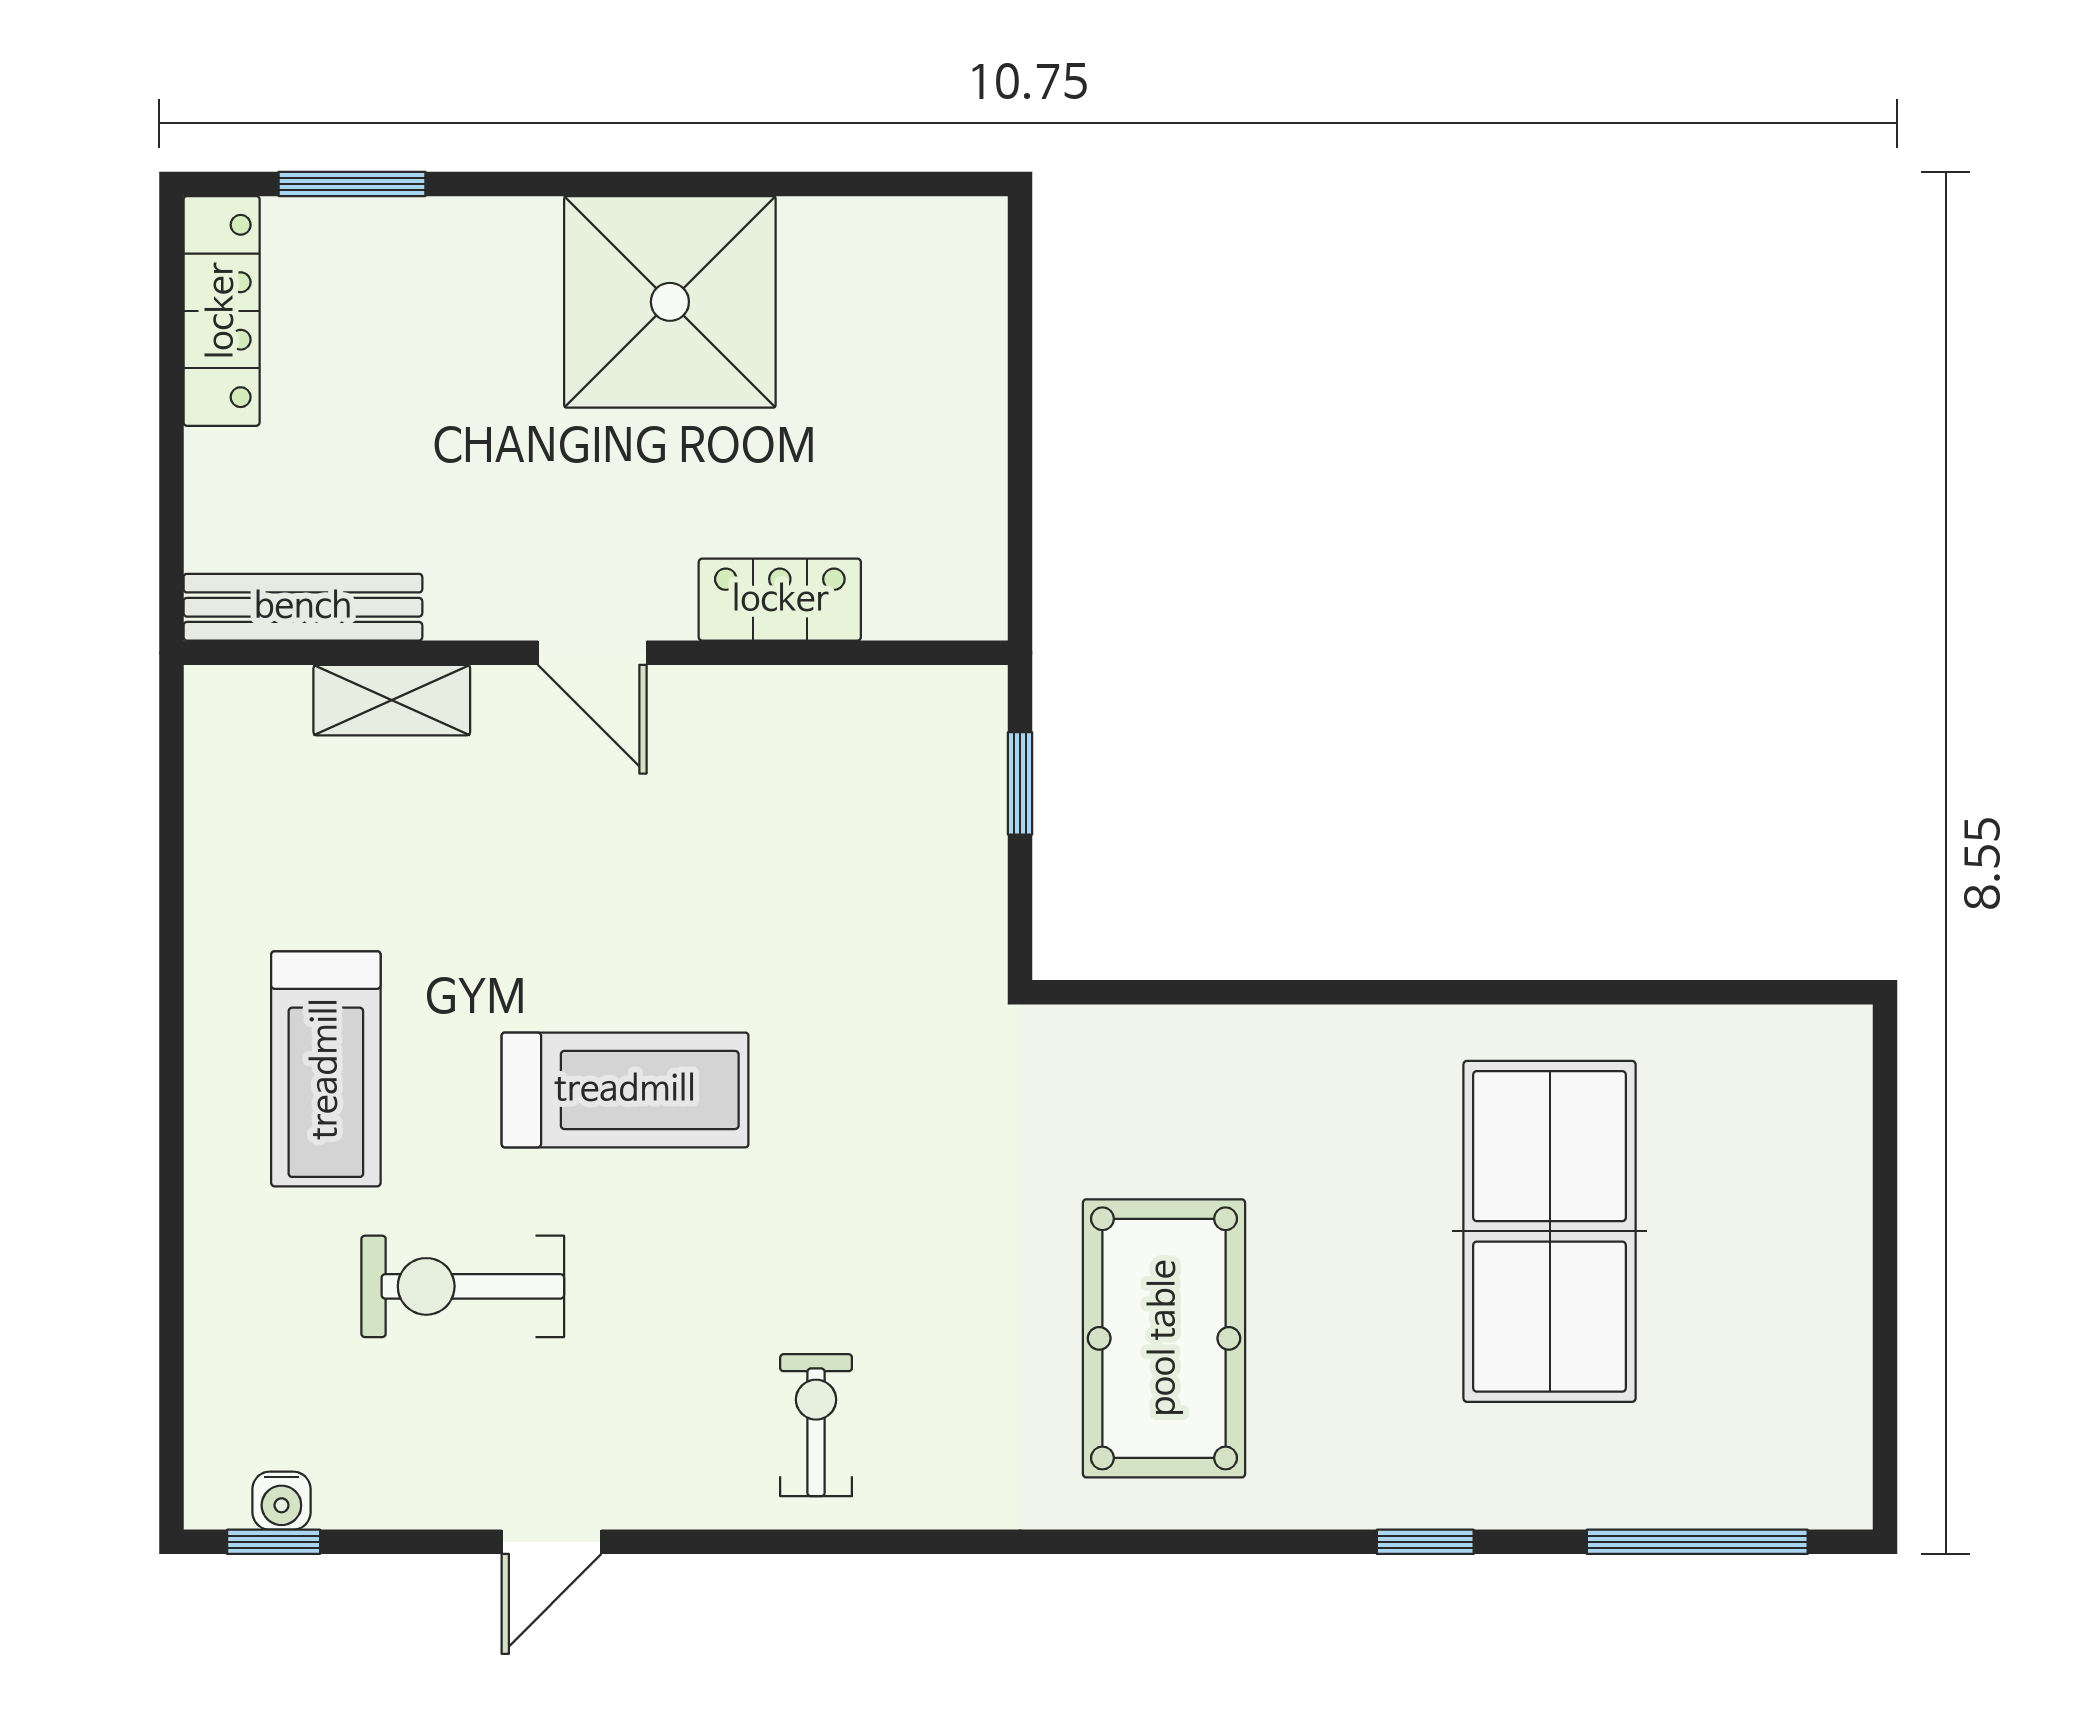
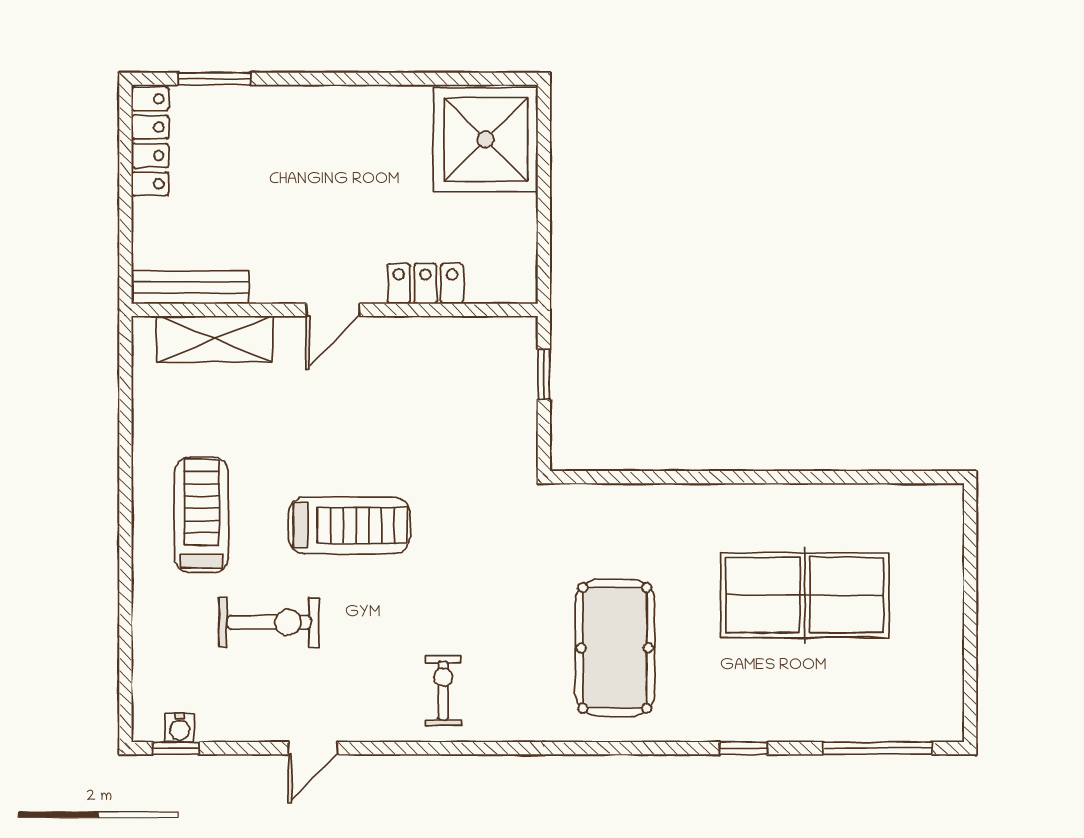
shower: (670, 302) -> (486, 140), moved
door: (592, 653) -> (333, 310), hinge flipped
shelving: (392, 700) -> (215, 339), width x1.50, depth x1.33
treadmill: (326, 1069) -> (202, 515), turned 180
table tennis table: (1550, 1231) -> (805, 595), turned 90
exercise bike: (463, 1286) -> (269, 622), turned 180

